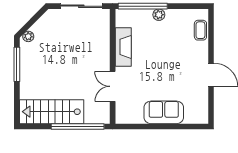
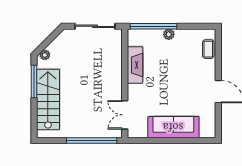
double door: (113, 86) -> (125, 115), moved
stairs: (52, 112) -> (48, 100), moved, turned 90
sofa: (164, 112) -> (173, 127), width x1.36

